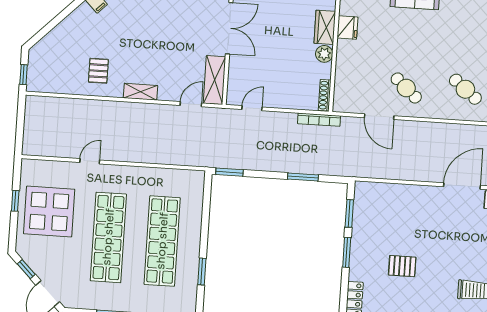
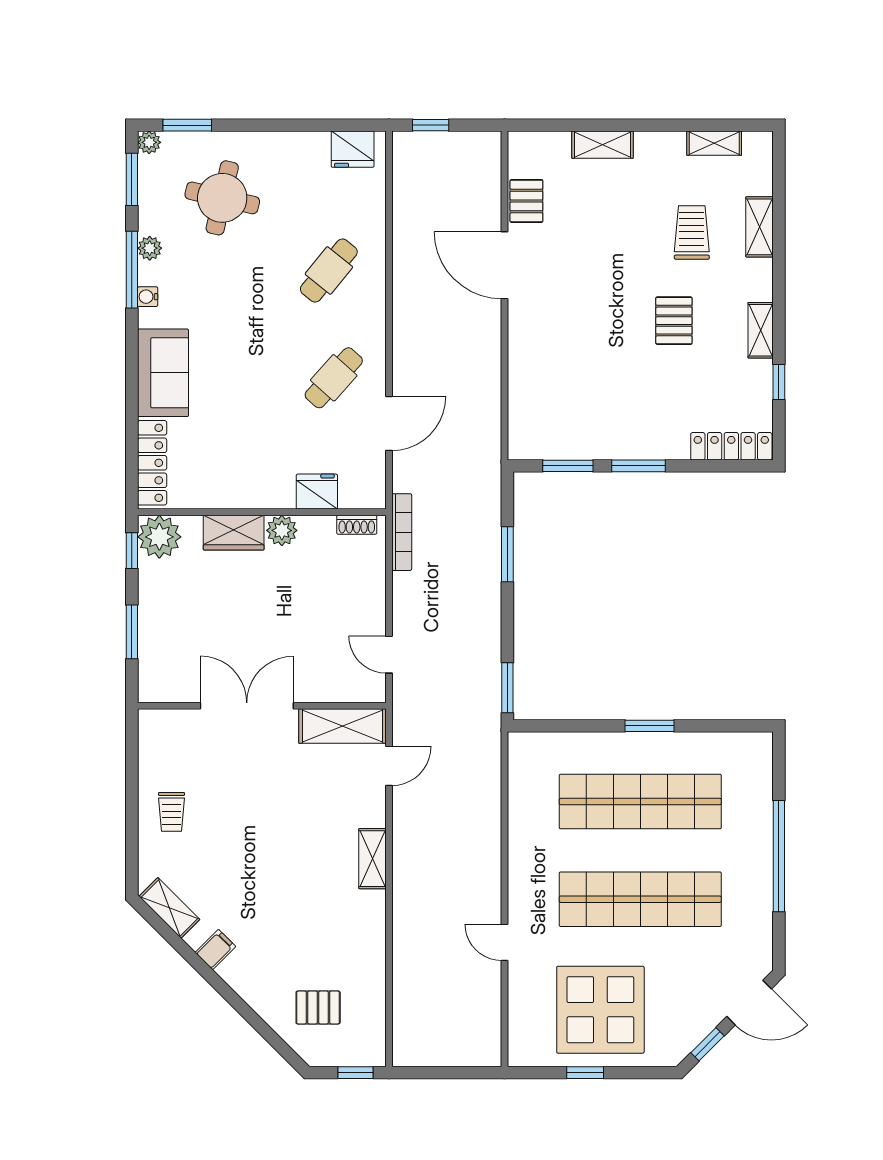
fridge: (347, 28) -> (317, 492), moved
pallet: (98, 71) -> (318, 1008), moved
shoe rack: (325, 95) -> (357, 525), width x0.70
door: (191, 104) -> (389, 766), swing flipped
pallet: (402, 266) -> (674, 321), moved
window: (202, 271) -> (650, 726), moved

